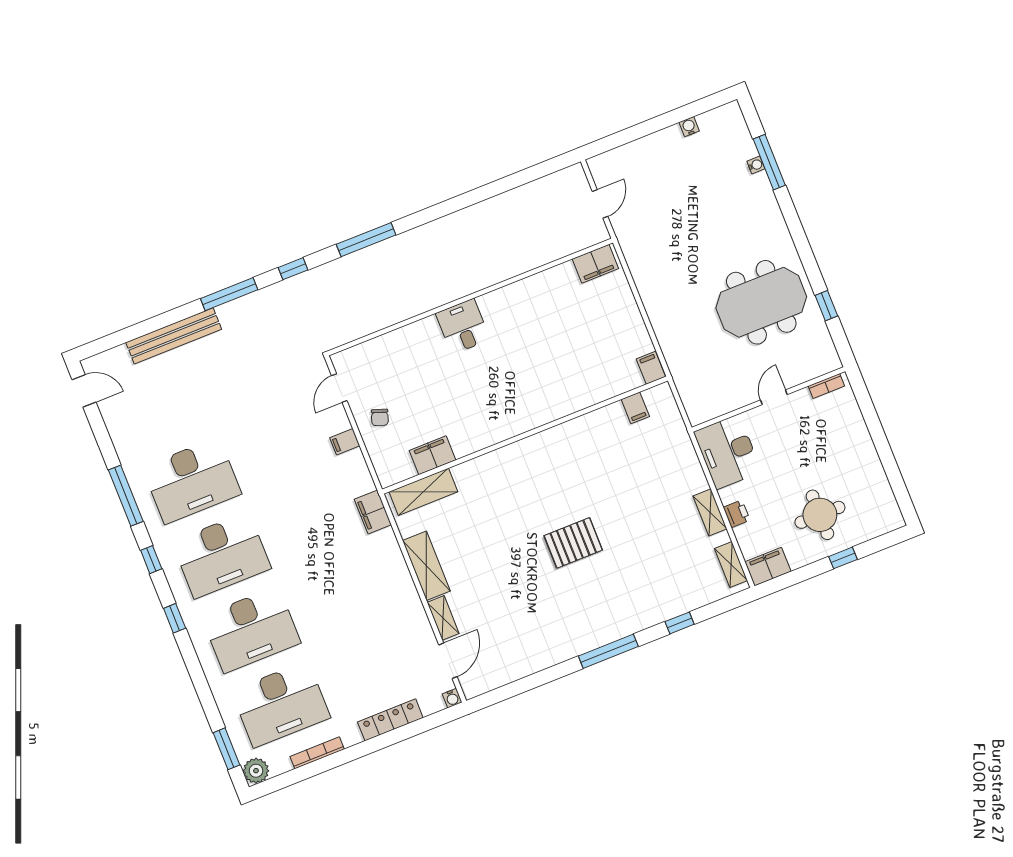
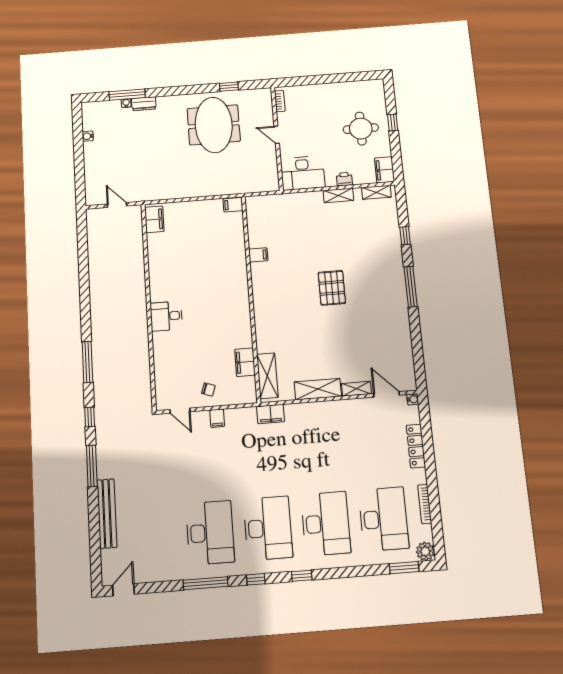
dresser: (763, 191) -> (144, 104), added
filing cabinet: (635, 408) -> (258, 255), moved

